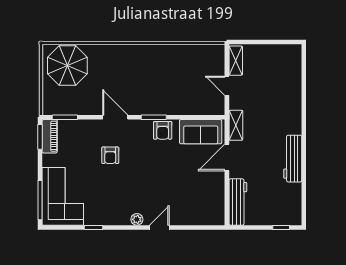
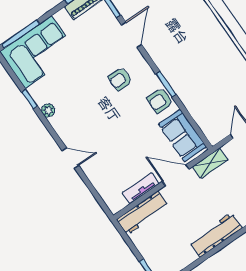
door: (115, 117) -> (131, 35), moved
armchair: (110, 155) -> (120, 79), moved
tv unit: (218, 190) -> (141, 188), added
plant: (137, 219) -> (48, 110), moved

